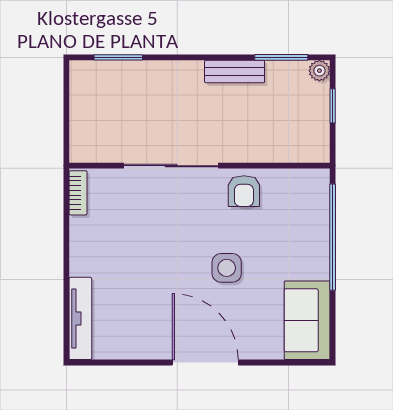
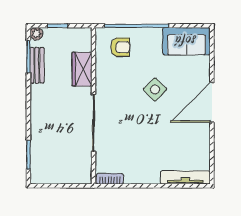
bench: (235, 72) -> (37, 65), moved
wardrobe: (261, 146) -> (82, 69), added
armchair: (244, 191) -> (120, 47), moved
side table: (227, 268) -> (155, 89), turned 45

